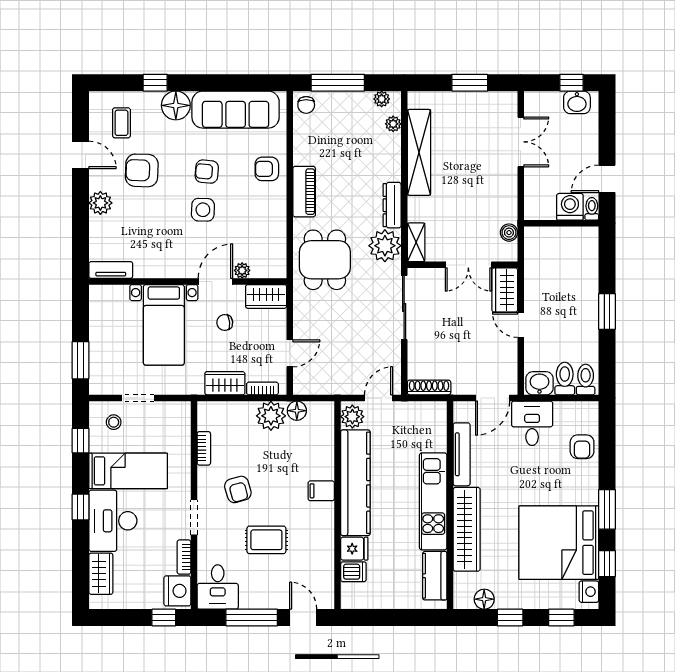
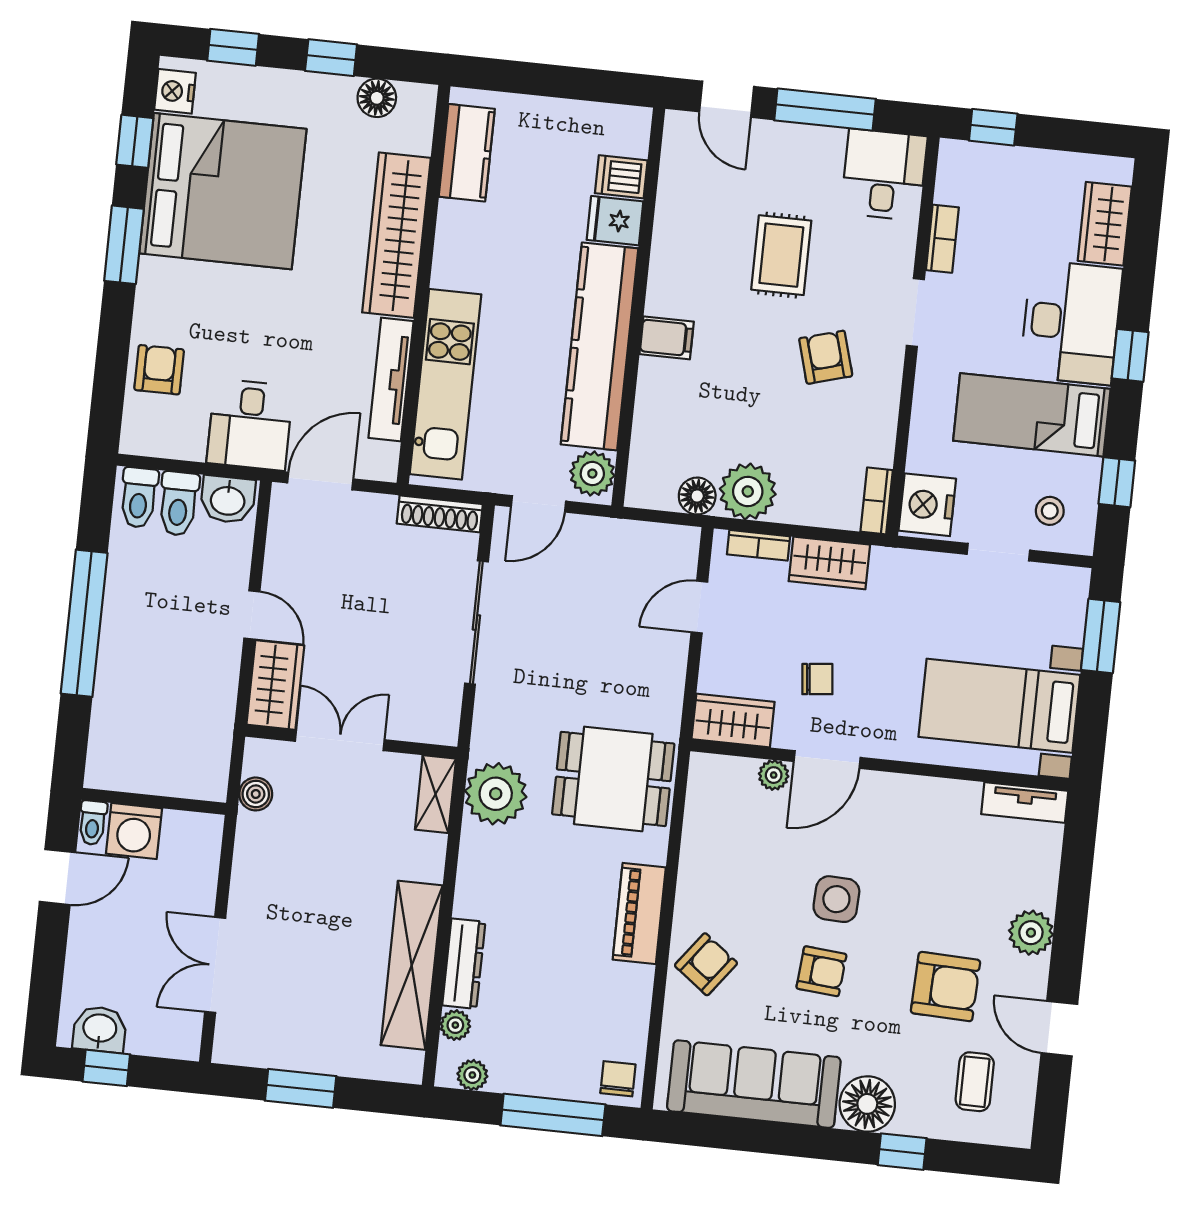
armchair: (267, 169) -> (706, 964), turned -53
dresser: (392, 205) -> (464, 964), moved
dining table: (325, 260) -> (613, 779), turned 90
sliding door: (404, 307) -> (476, 622), moved
window: (607, 312) -> (84, 623), width x2.11
bed with nightstands: (164, 325) -> (999, 706), moved, turned -90
bookcase: (204, 448) -> (877, 501), moved
kitchen unit: (433, 501) -> (445, 384), moved
rug: (266, 540) -> (781, 255), turned 90
nightstand: (177, 591) -> (927, 505), moved

